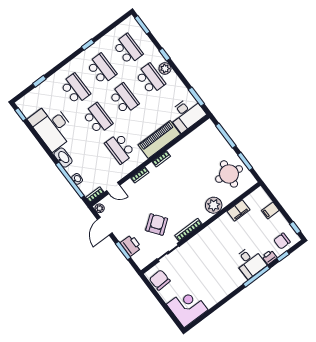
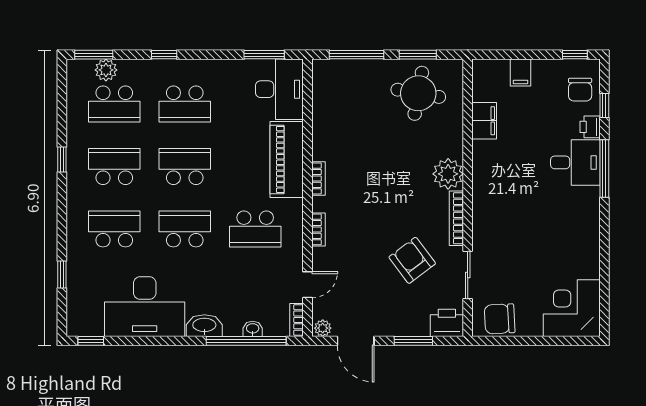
school desk: (128, 49) -> (114, 104), turned 180
plant: (165, 69) -> (106, 70), moved
school desk: (150, 79) -> (185, 104), turned 180
plant: (214, 205) -> (448, 174), moved
printer: (131, 245) -> (447, 323), moved

